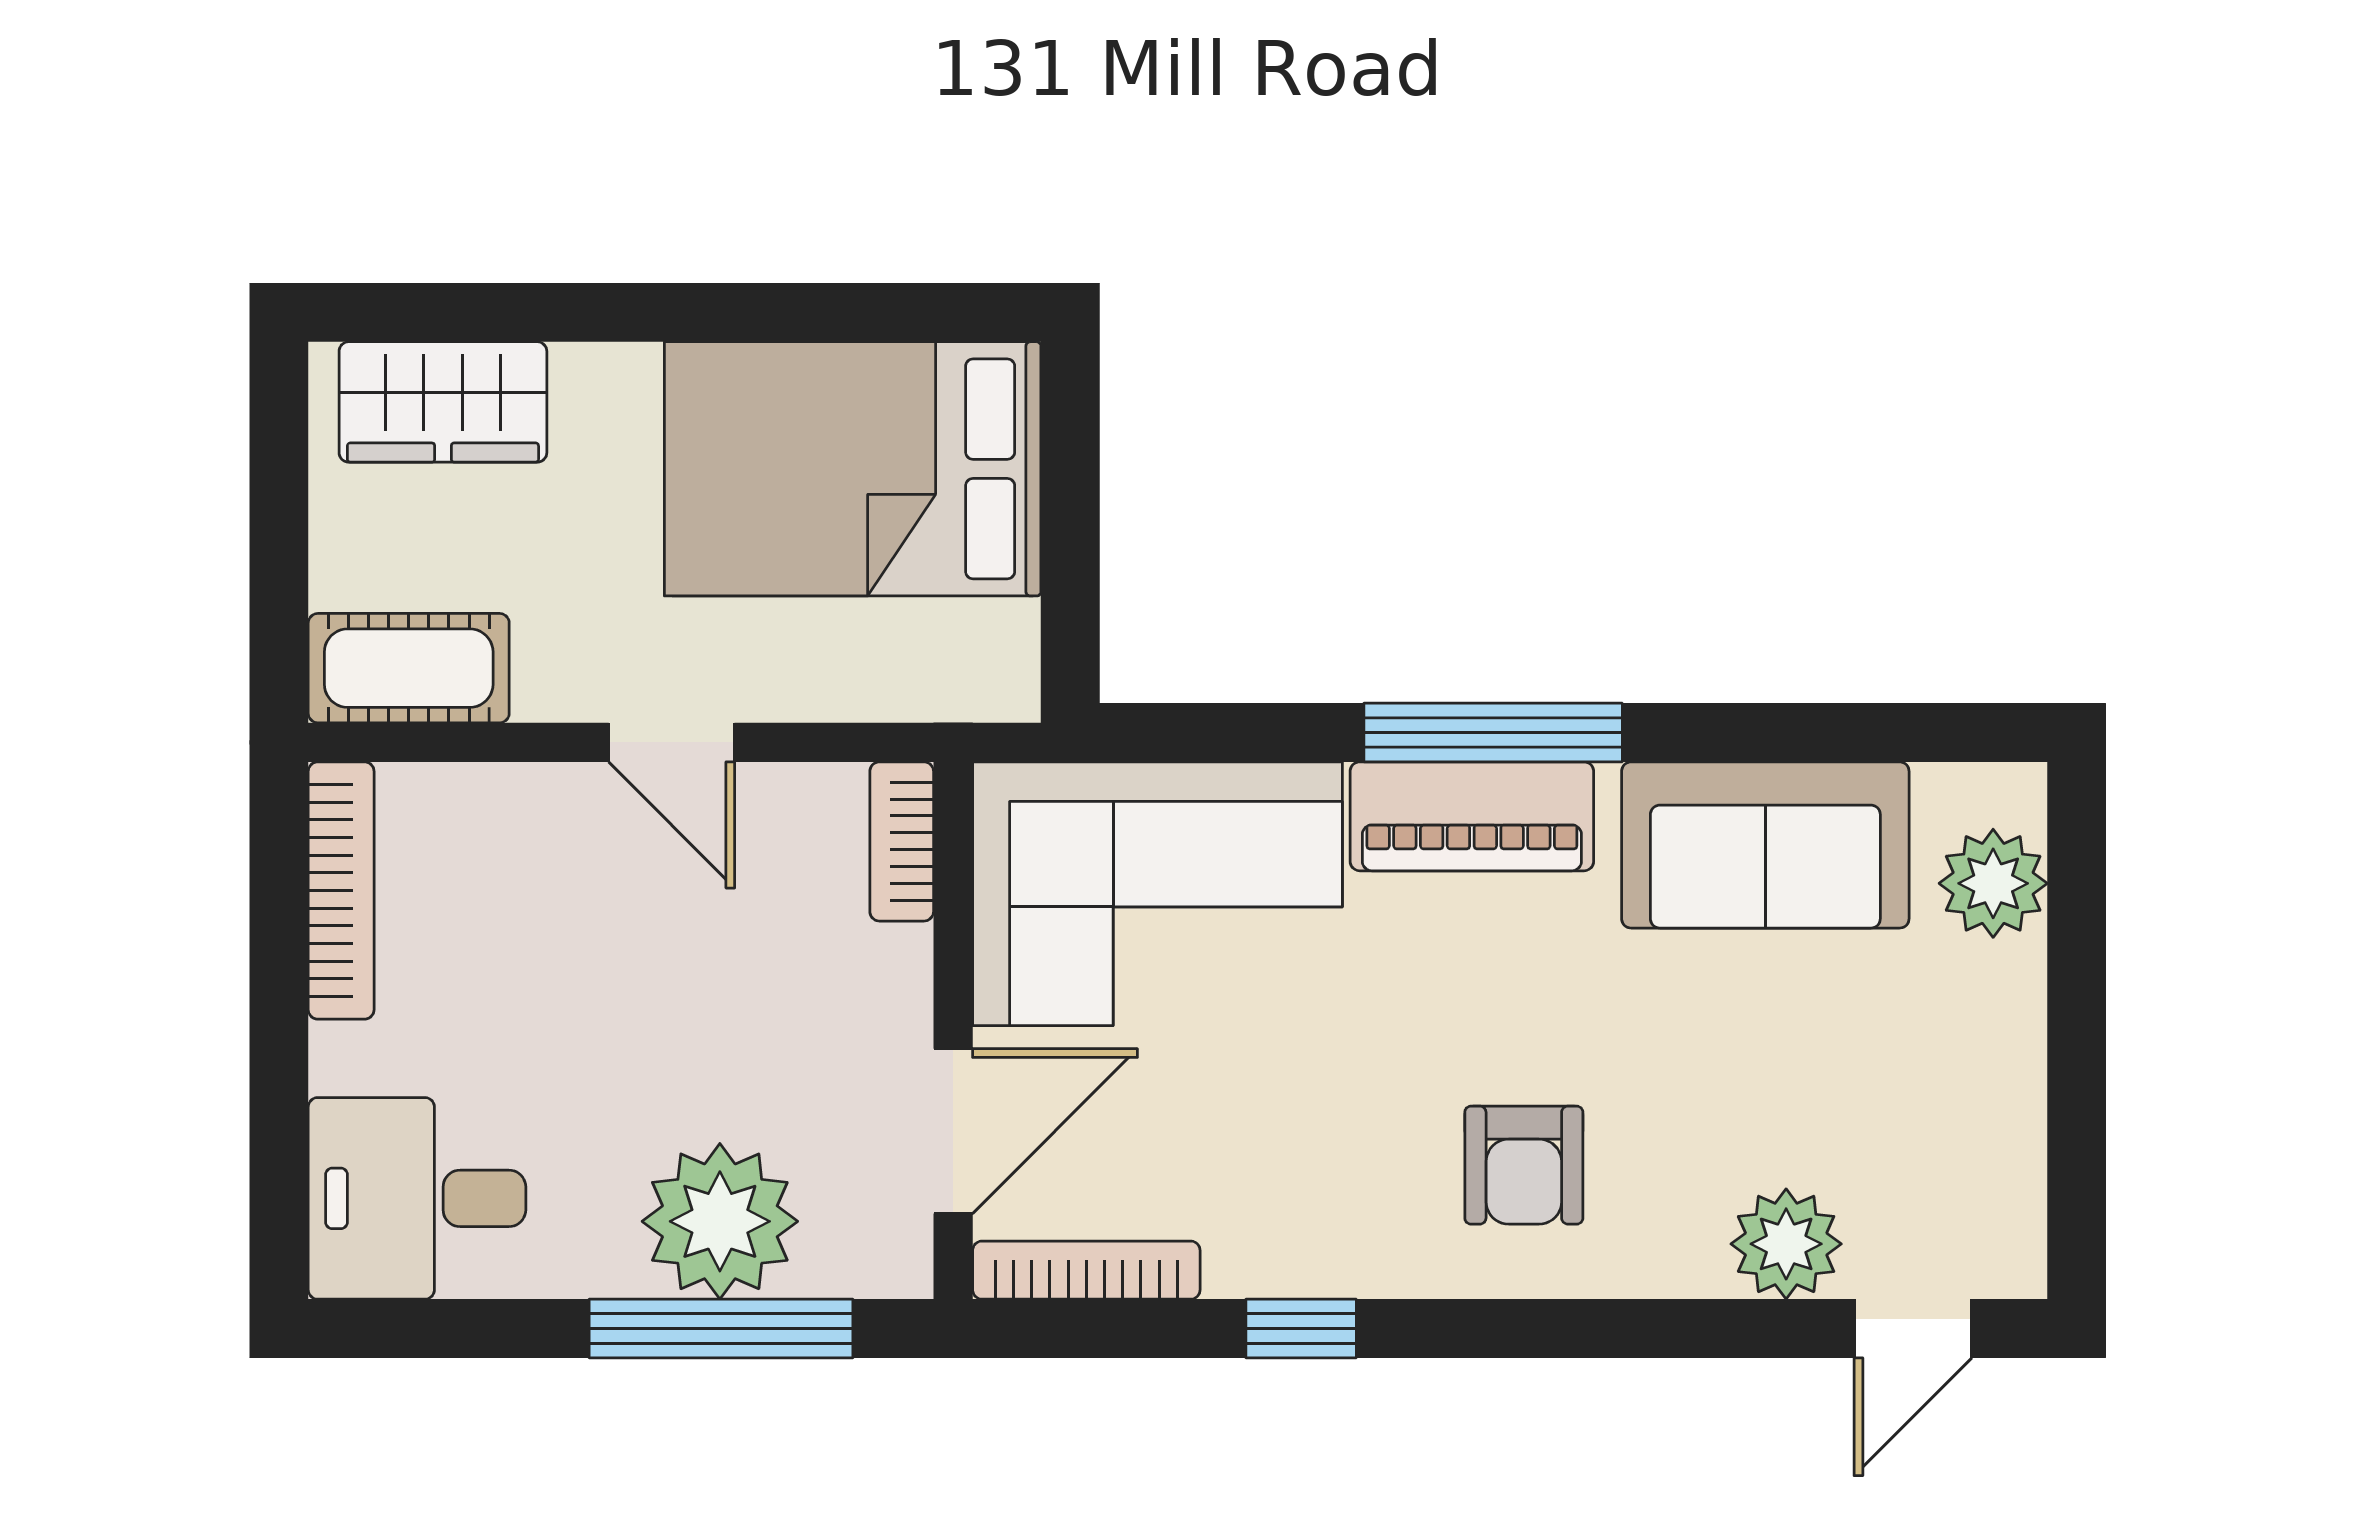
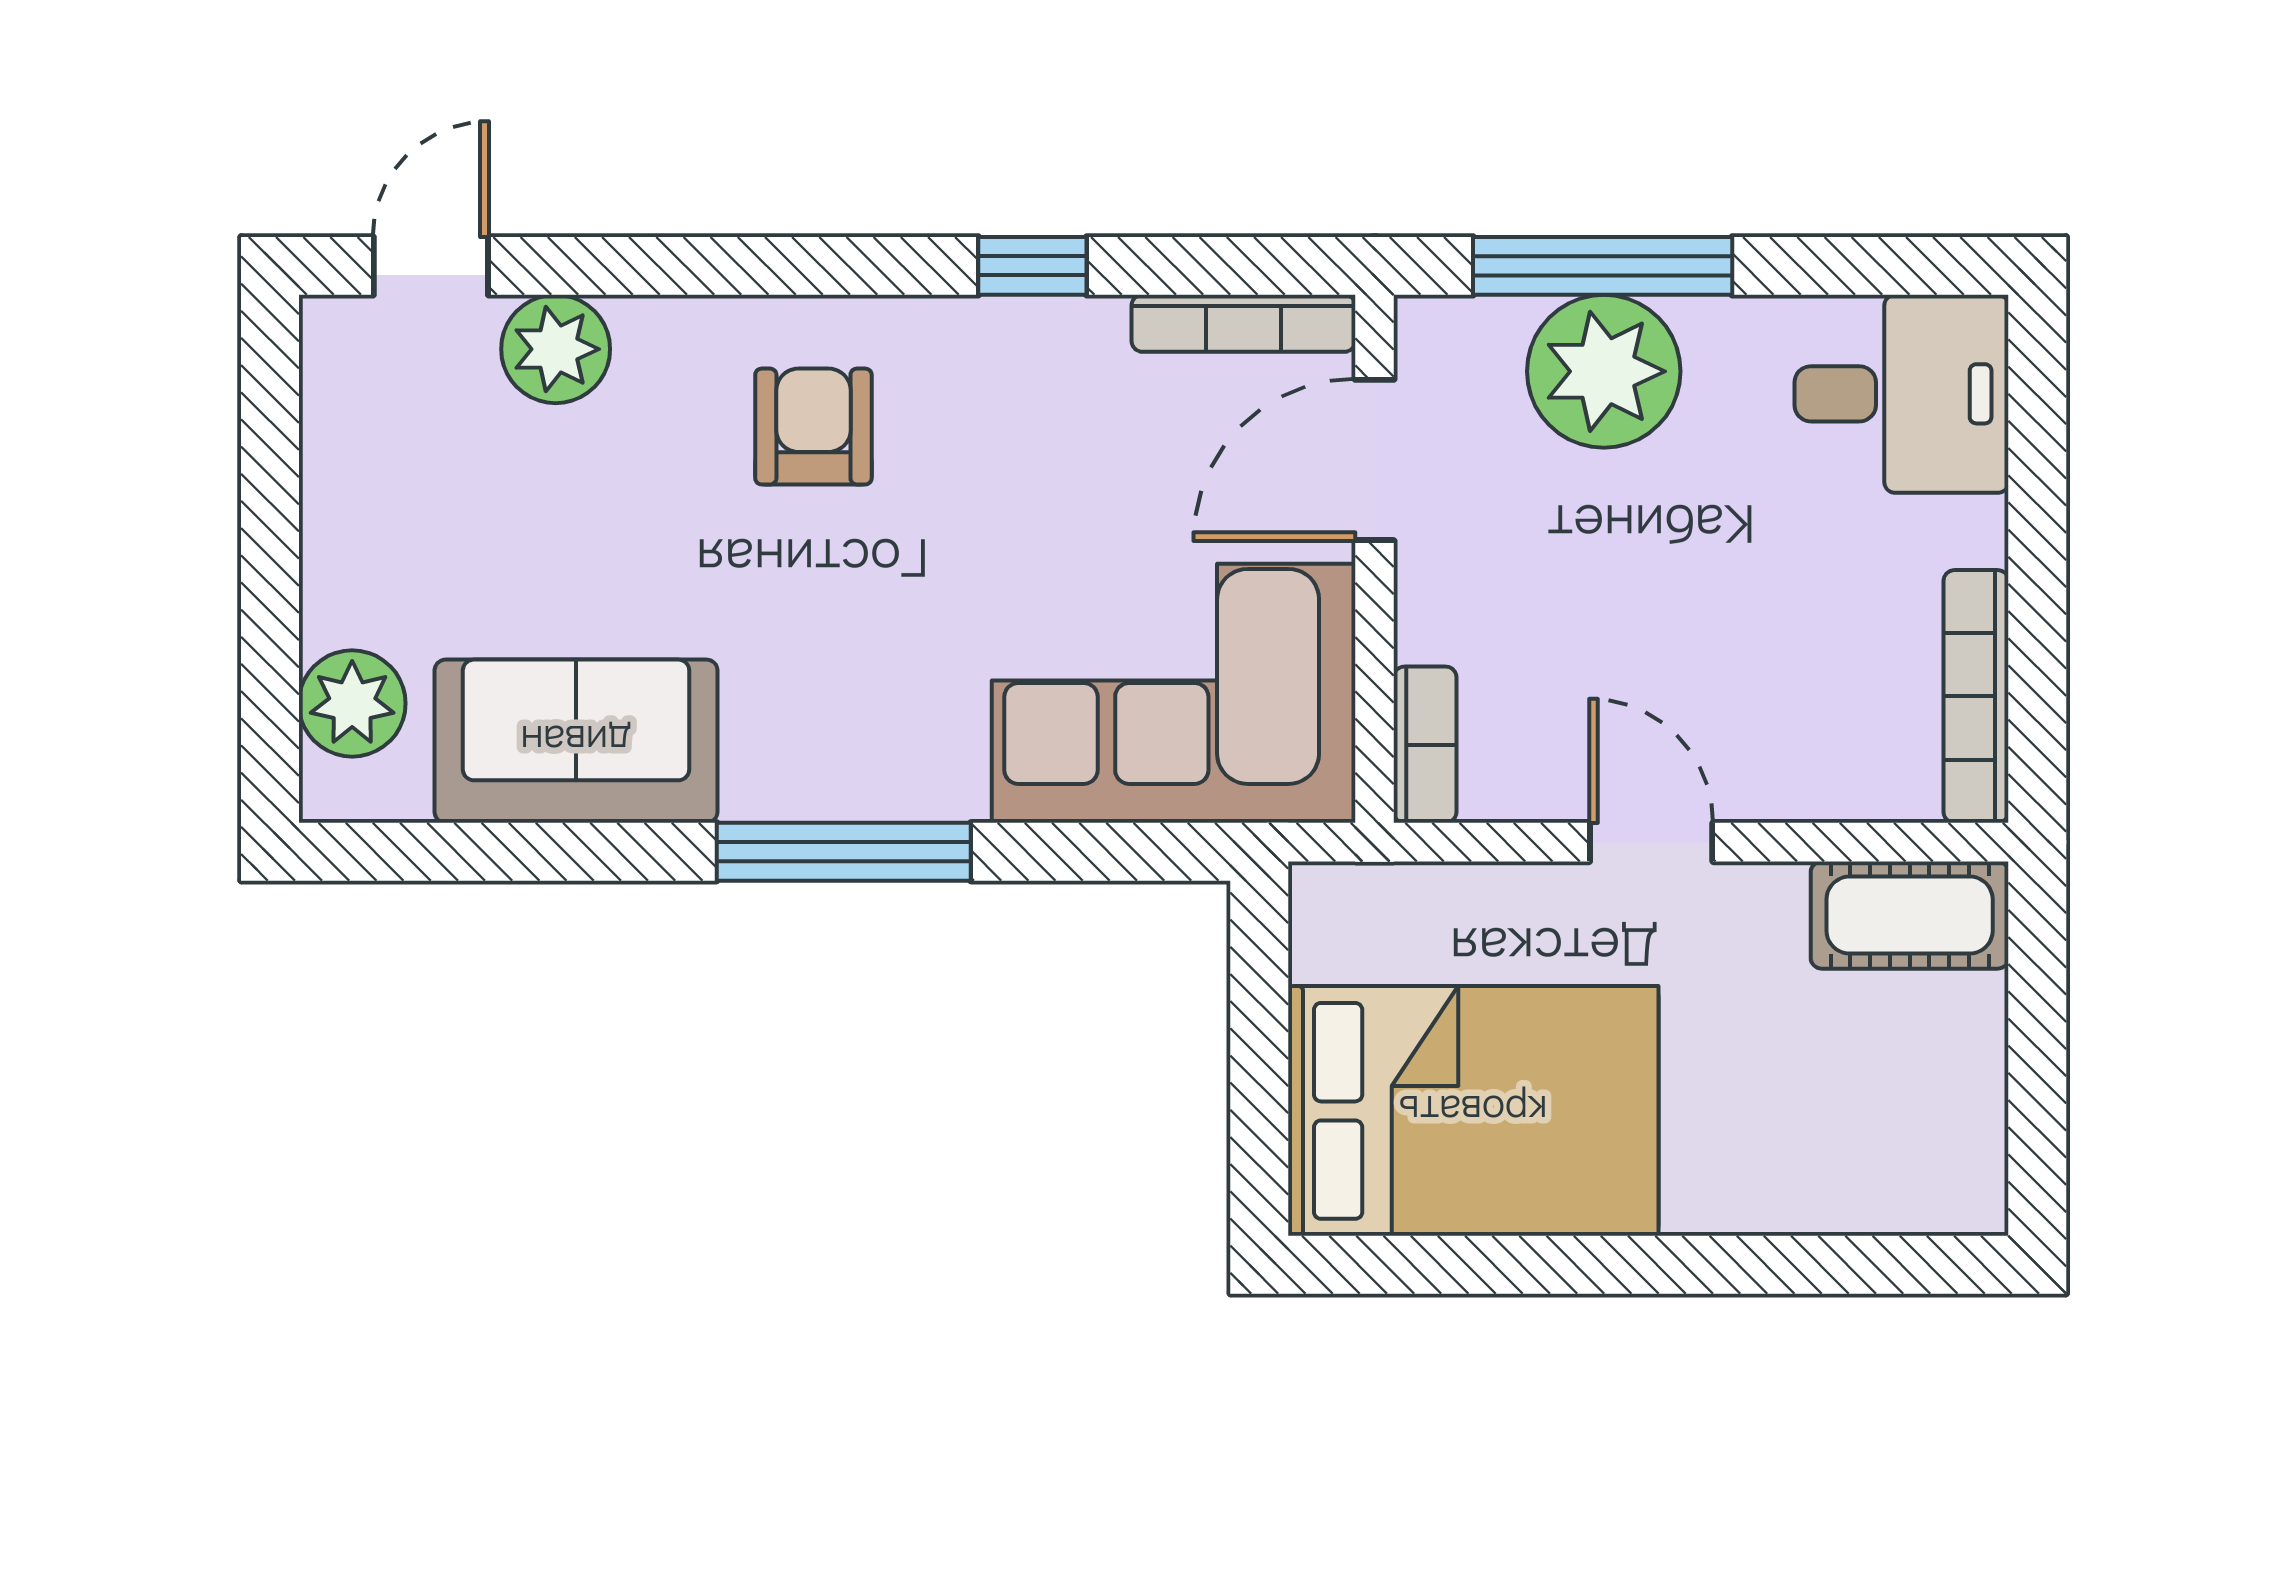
wardrobe: (443, 402) -> (1876, 1177), removed
piano: (1472, 816) -> (865, 769), removed

